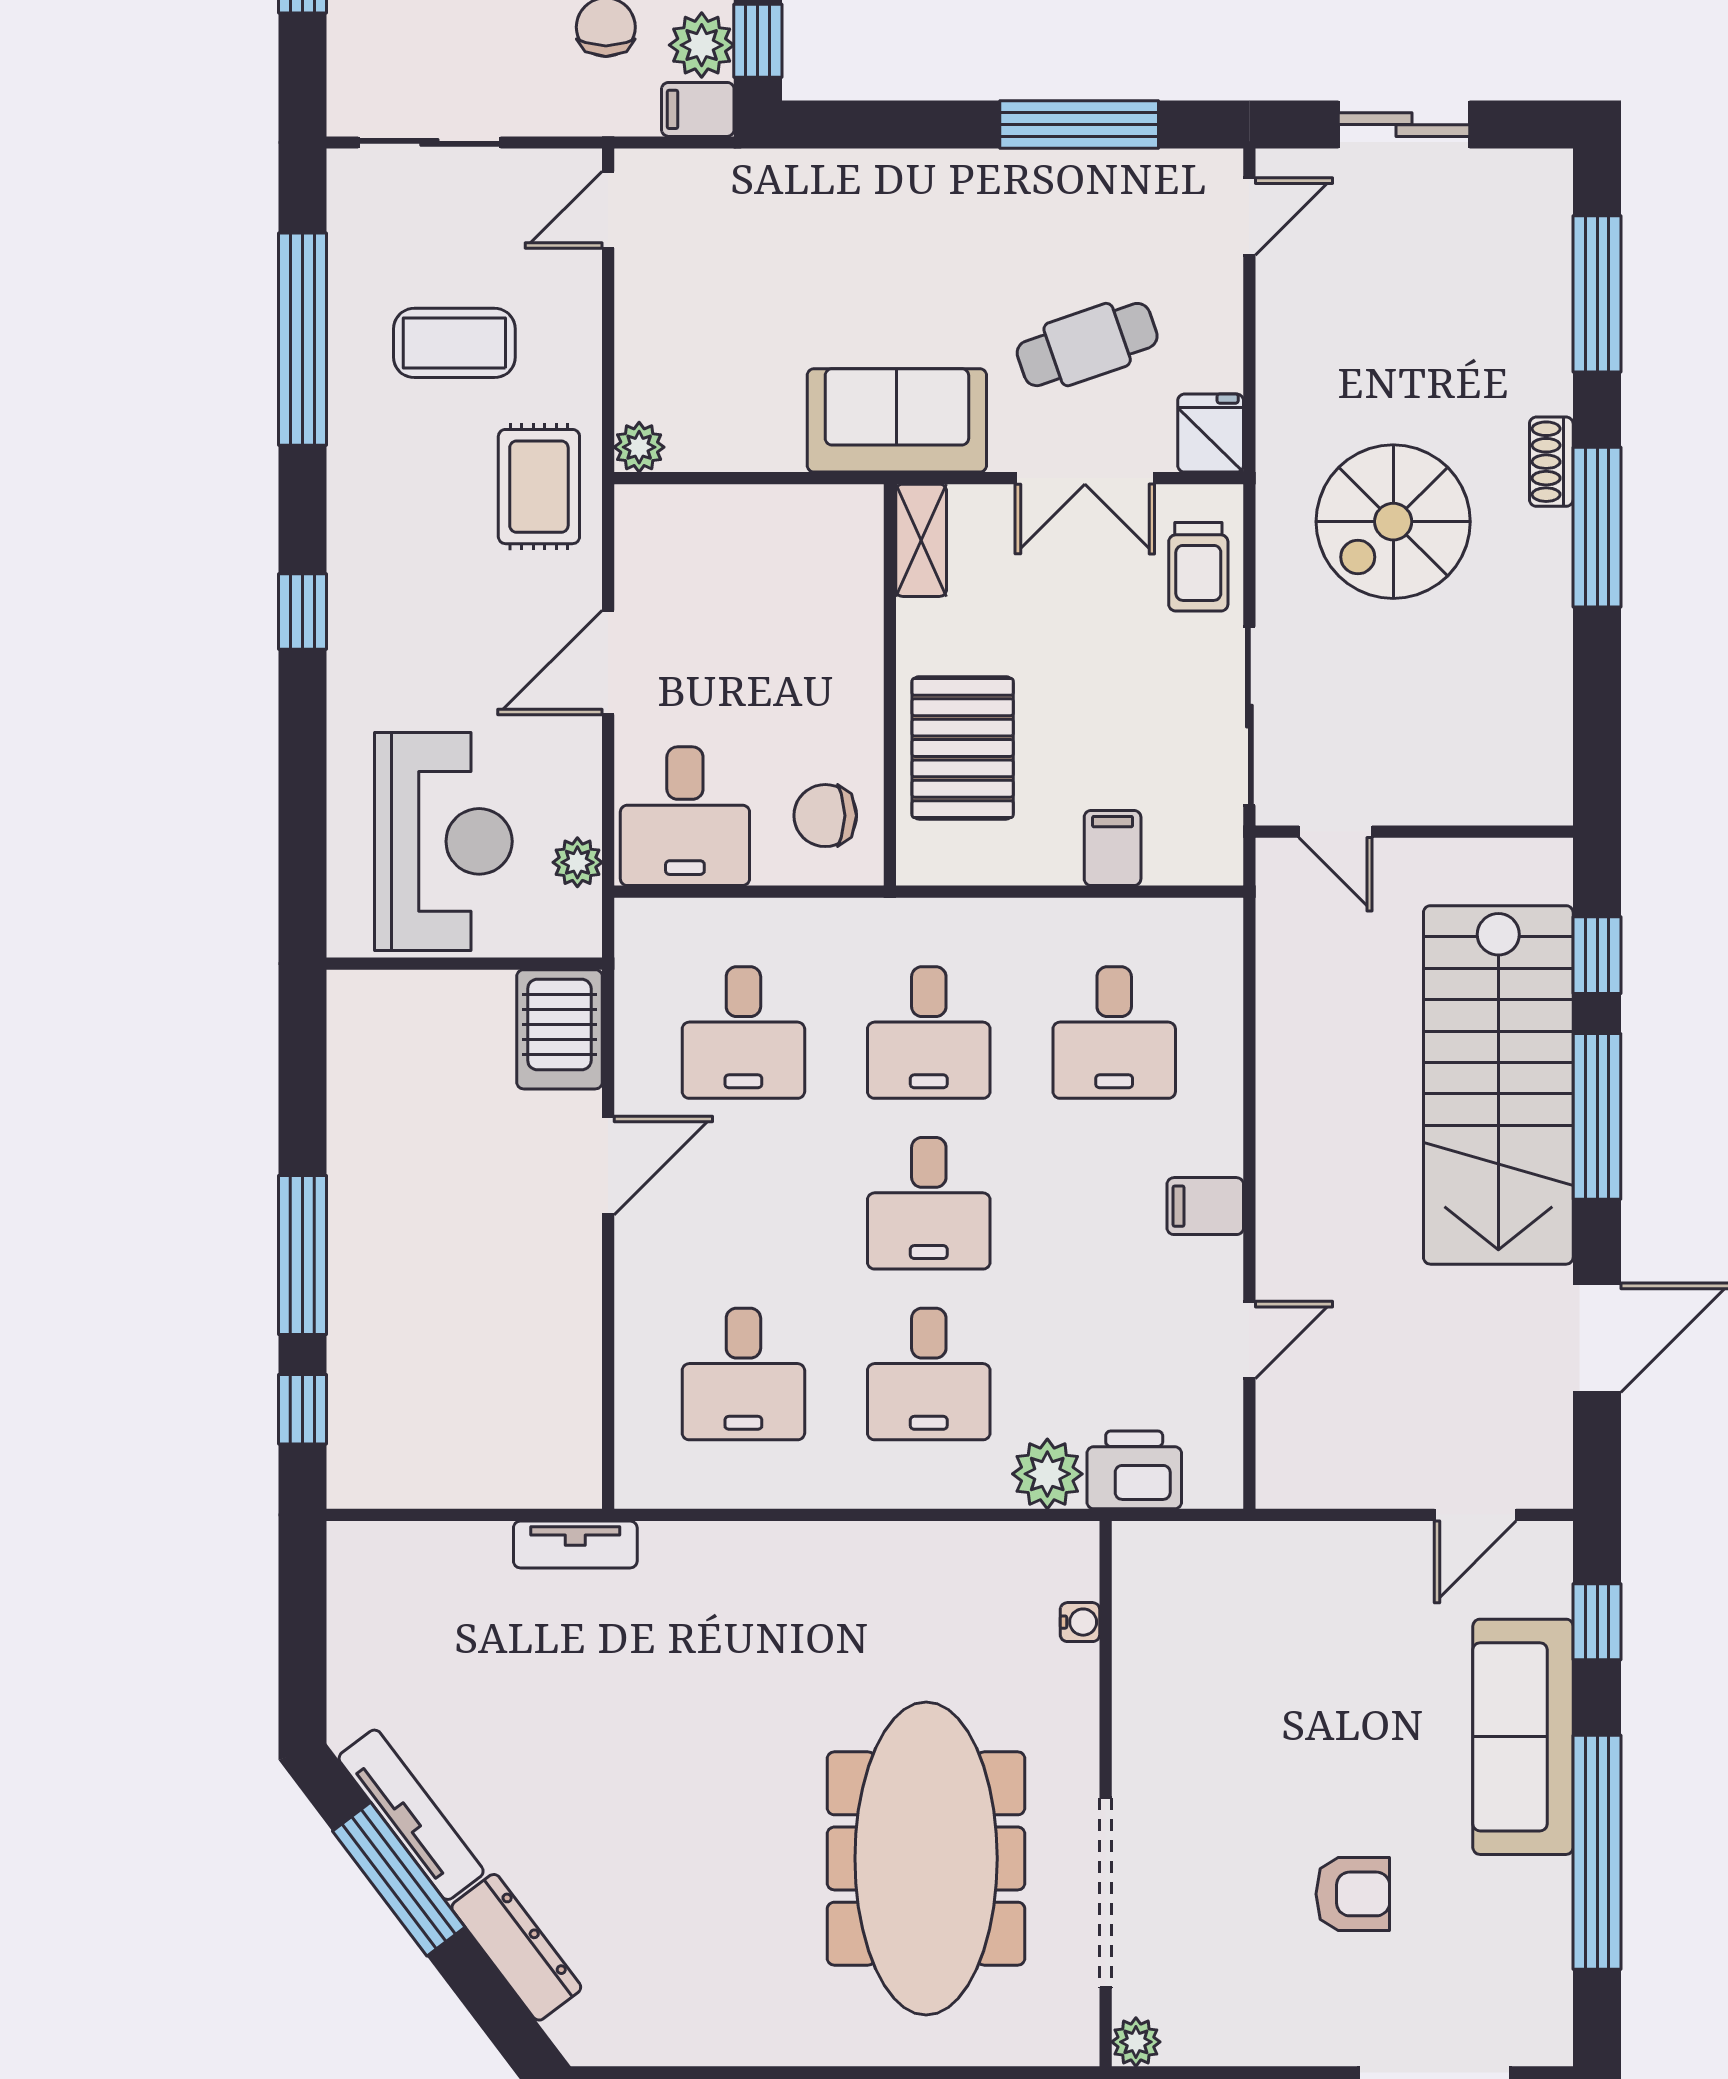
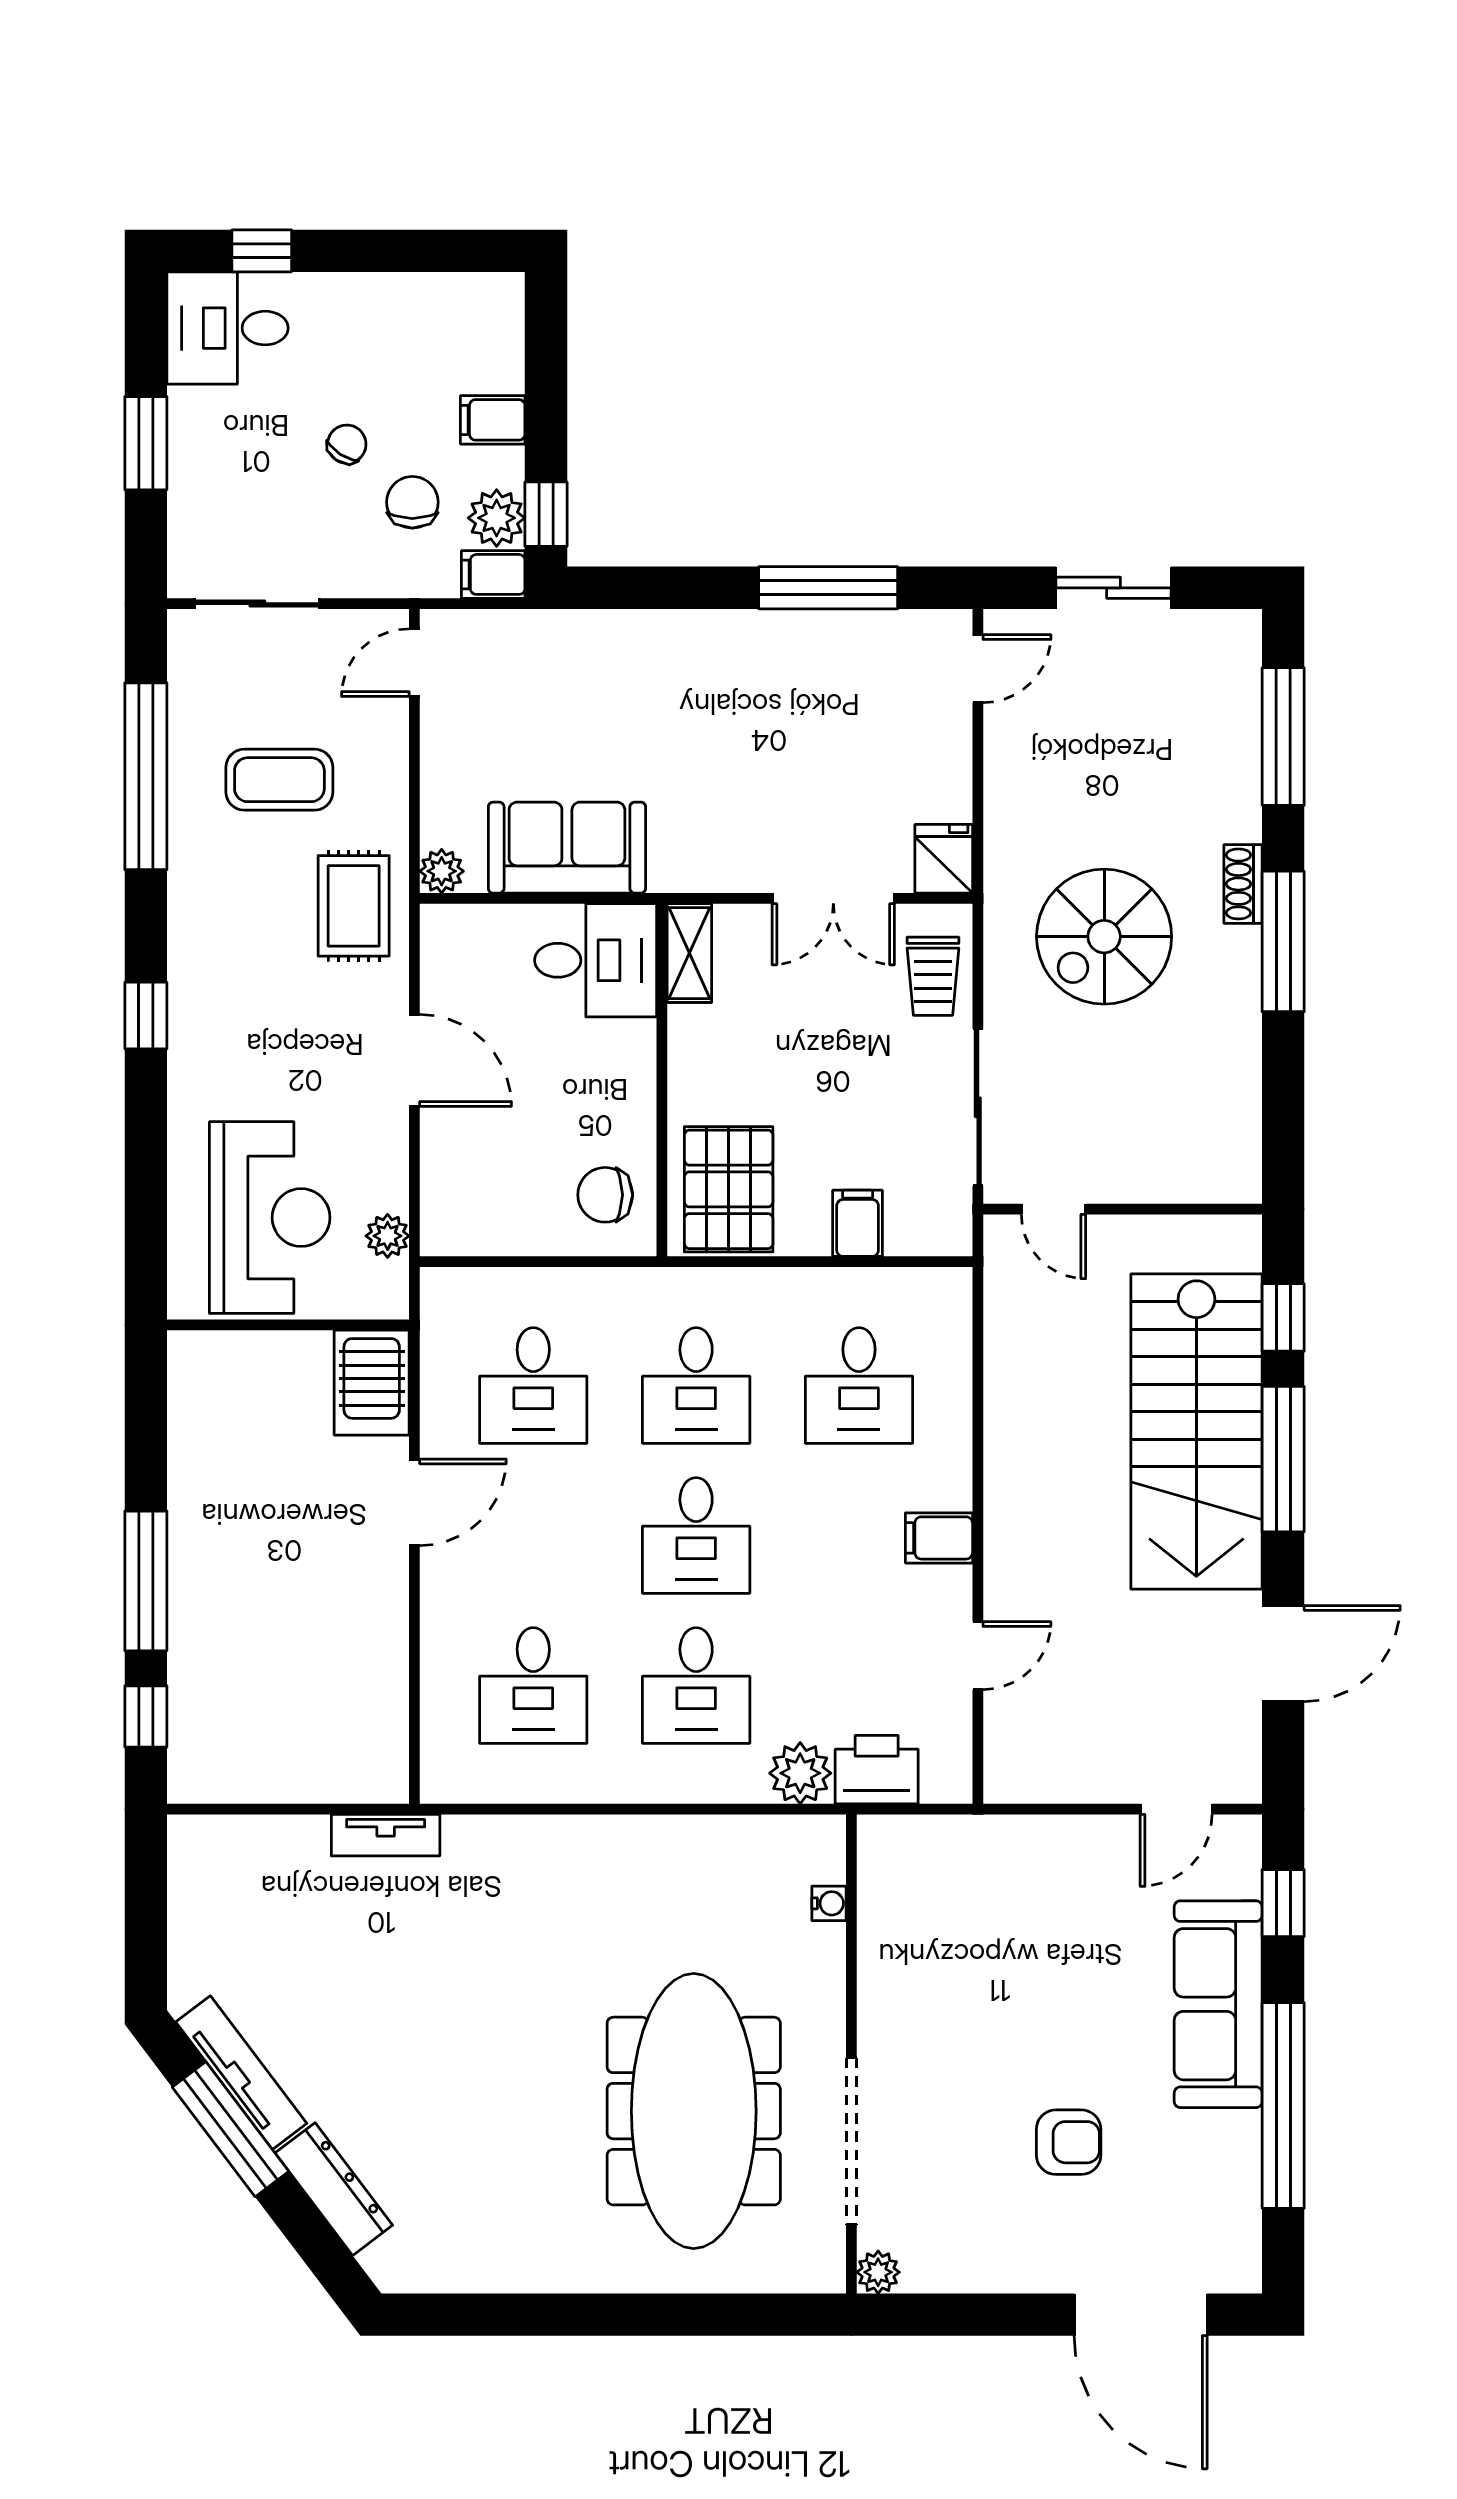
cafe table: (1087, 345) -> (835, 781), removed
sofa: (897, 420) -> (567, 848), moved
door: (608, 662) -> (414, 1060), swing flipped
pallet: (963, 748) -> (729, 1189), moved
desk: (685, 816) -> (596, 960), moved, turned -90

